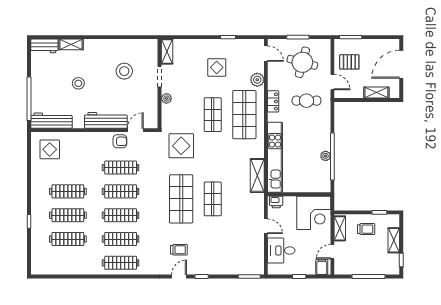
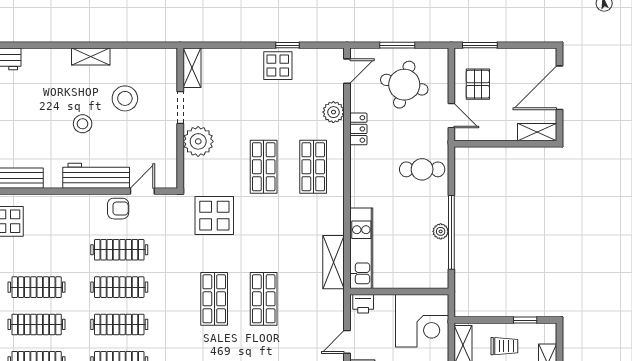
shelving: (71, 44) -> (91, 57), moved
door: (266, 54) -> (347, 71), hinge flipped
pallet: (349, 62) -> (478, 84), turned 90
display table: (217, 67) -> (278, 66), moved
stool: (78, 83) -> (83, 124), moved
shelving: (376, 93) -> (537, 132), moved
plant: (166, 98) -> (198, 141), width x1.87, depth x1.87
locker: (273, 101) -> (358, 129), moved
cafe table: (306, 101) -> (422, 169), moved
shop shelf: (244, 115) -> (313, 167), width x0.70, depth x0.74
kitchen unit: (275, 157) -> (361, 248), width x0.73
shop shelf: (181, 199) -> (214, 299), width x0.70, depth x0.74
door: (266, 226) -> (347, 342), swing flipped

